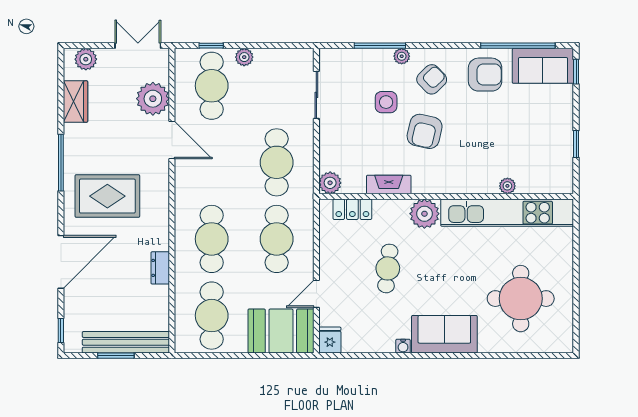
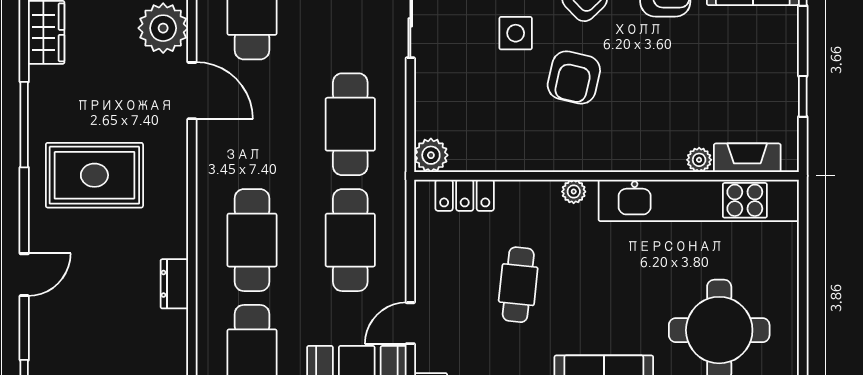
fireplace: (389, 185) -> (747, 158), moved
plant: (424, 214) -> (574, 192), width x0.53, depth x0.53
door: (61, 262) -> (24, 275), width x0.53

